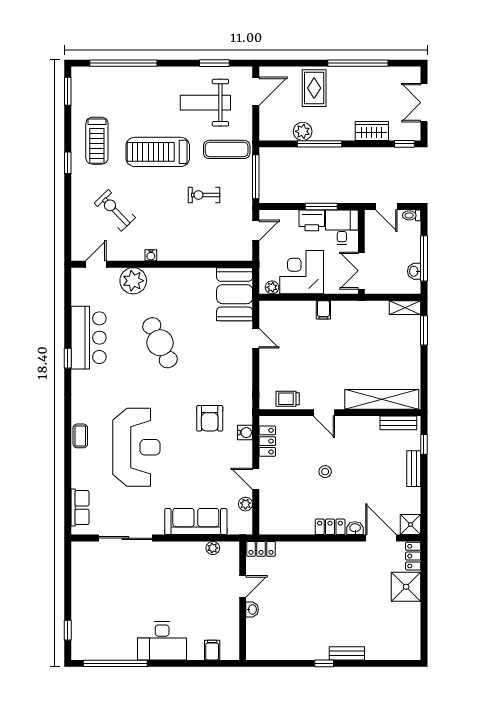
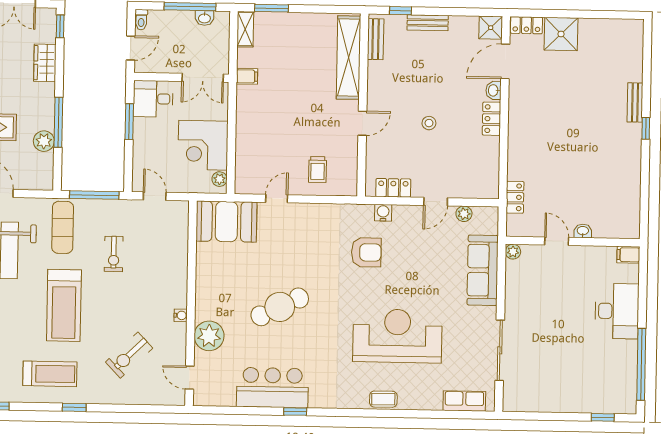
printer: (312, 220) -> (145, 133), removed
filing cabinet: (323, 310) -> (247, 76), moved
trolley: (288, 399) -> (318, 170), moved
door: (243, 586) -> (557, 241), moved
wall: (243, 601) -> (573, 242), moved
washbasin: (252, 609) -> (583, 231), moved

